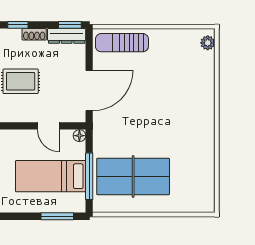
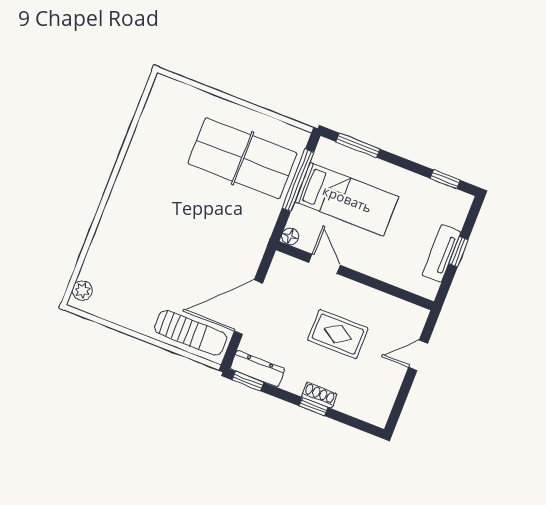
shoe rack: (34, 34) -> (319, 395), moved
door: (89, 90) -> (248, 307), moved

